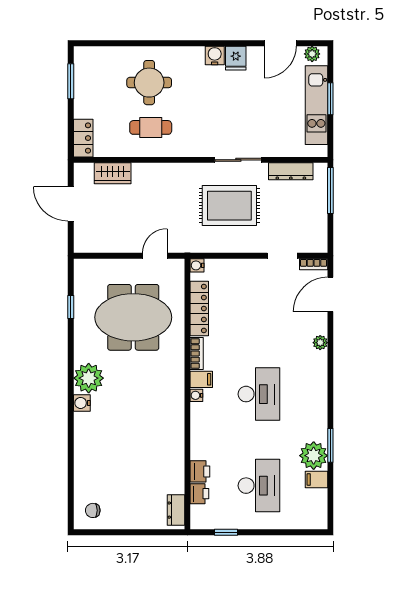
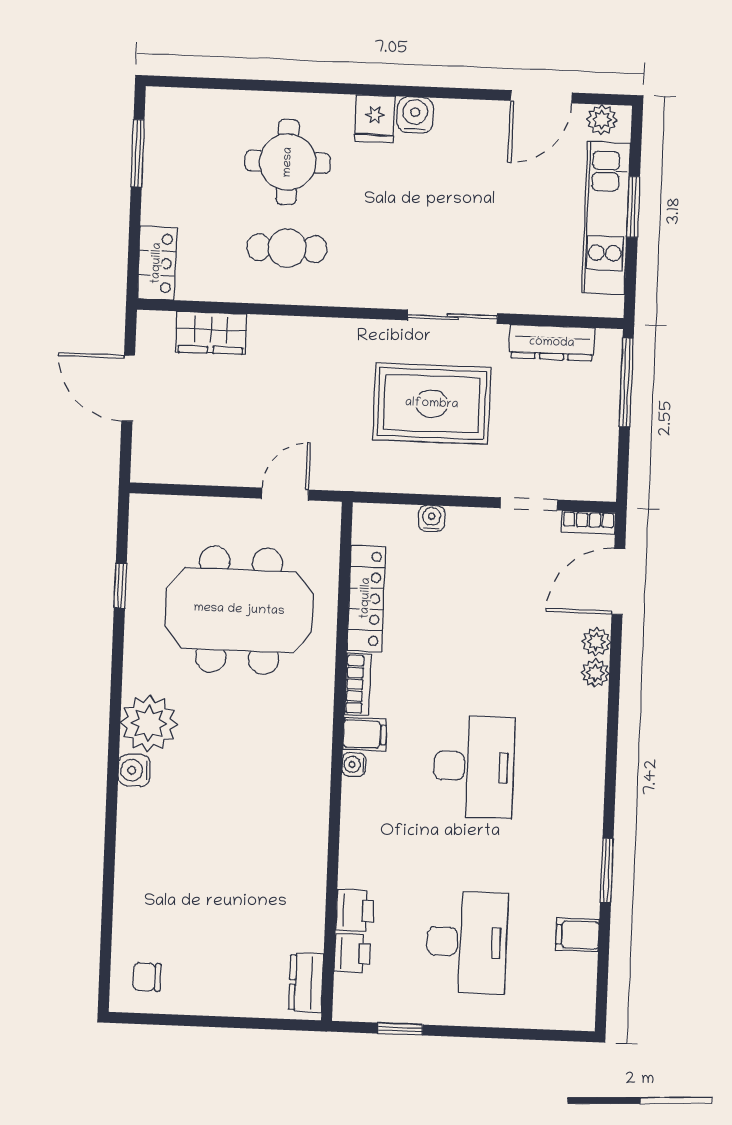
fridge: (236, 58) -> (375, 119), moved
water cooler: (197, 265) -> (432, 518), moved, turned 90
plant: (314, 456) -> (596, 642), moved, width x0.53, depth x0.53

